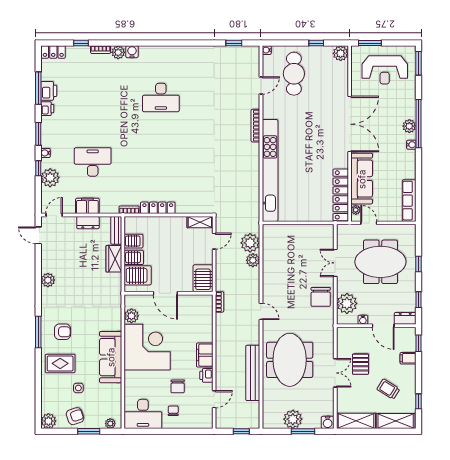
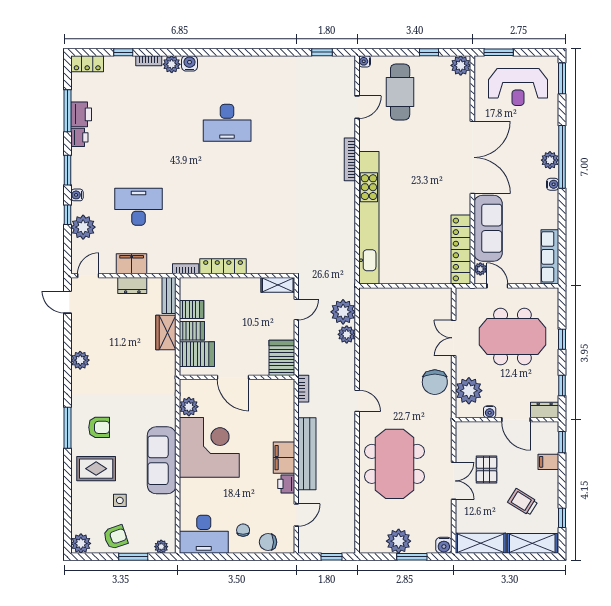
bench: (253, 373) -> (307, 454), moved
chair: (178, 386) -> (268, 542), moved, turned 90

